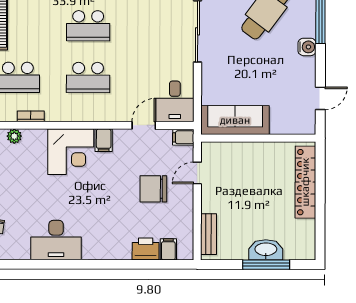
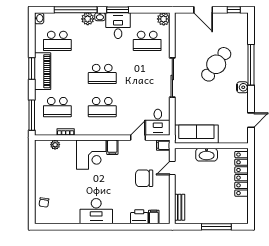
desk: (56, 240) -> (96, 211), moved
washbasin: (266, 250) -> (207, 155), moved, turned 180

